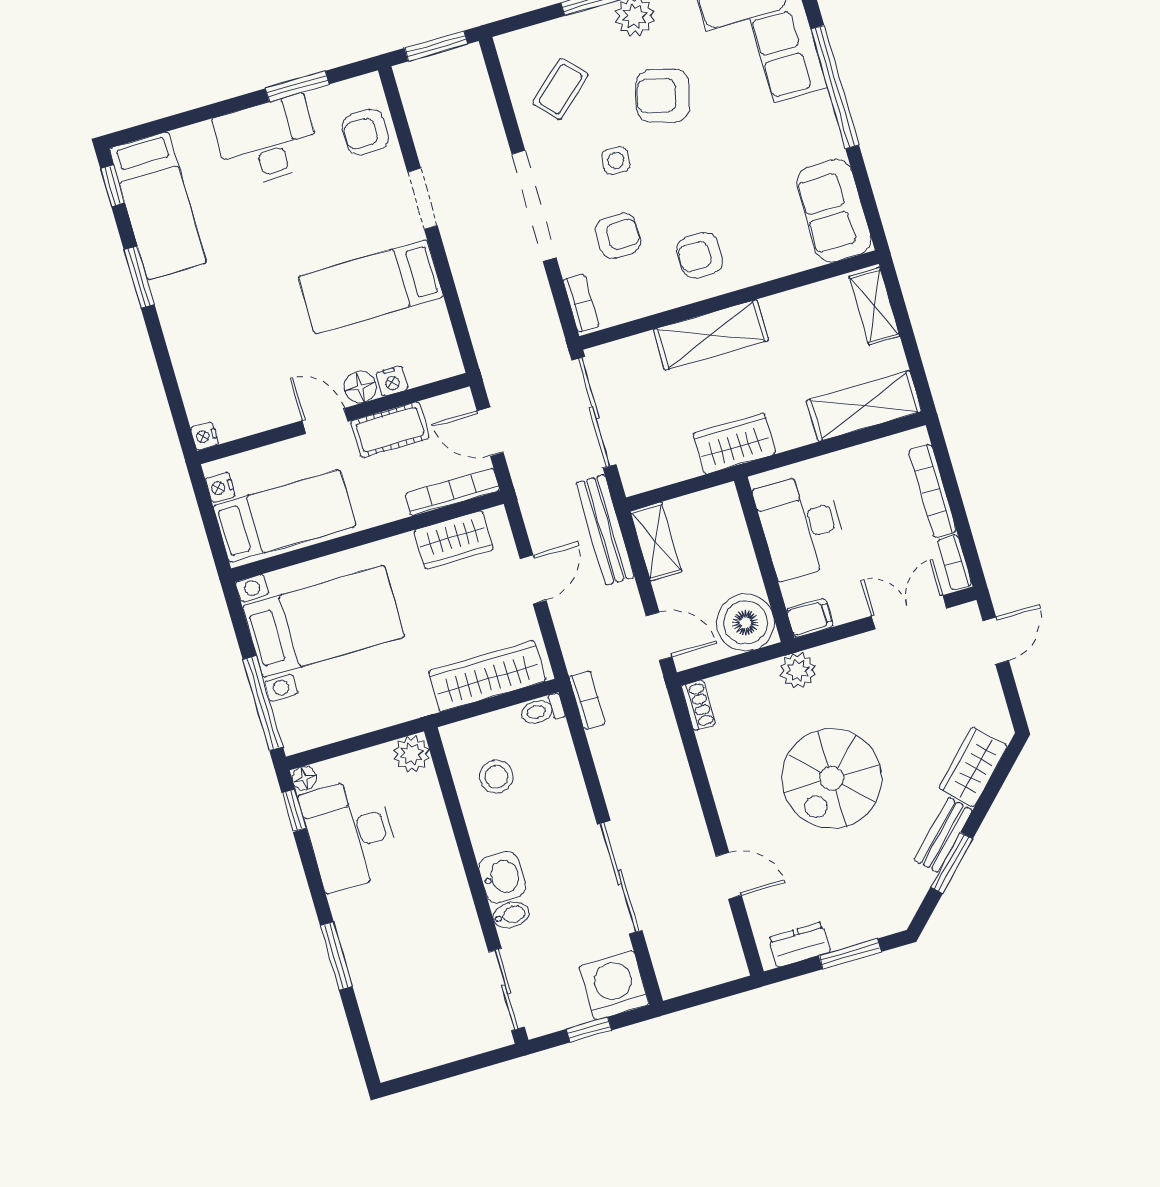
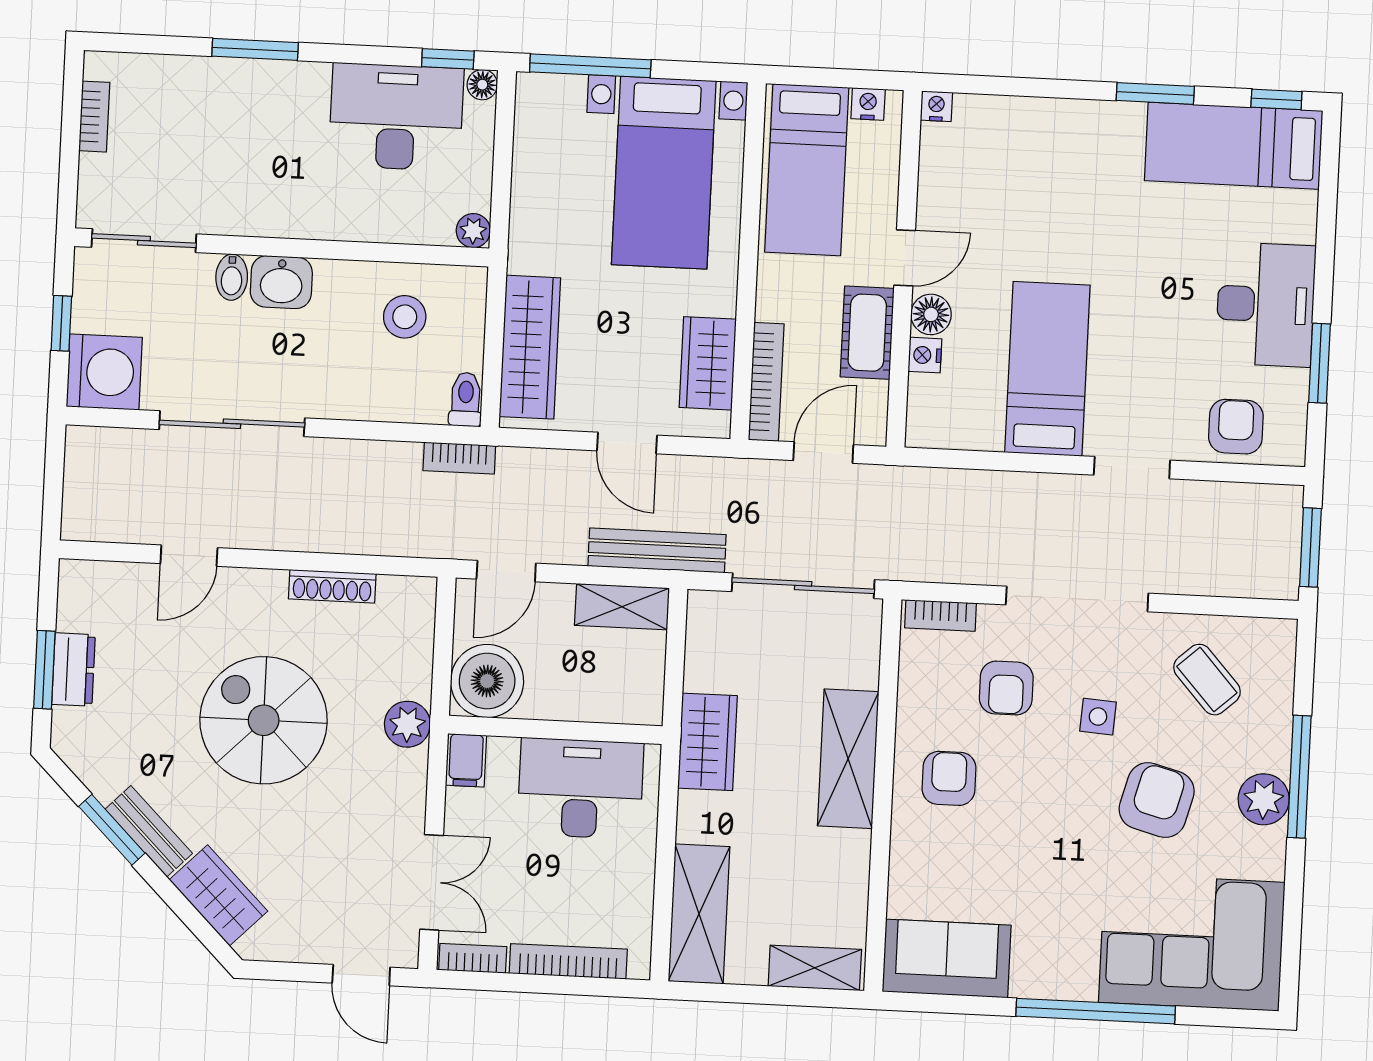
shoe rack: (698, 705) -> (332, 586), moved, width x1.43
plant: (412, 754) -> (473, 231), width x0.73, depth x0.73
dresser: (799, 945) -> (74, 670), moved
bookcase: (427, 1058) -> (94, 117), added

